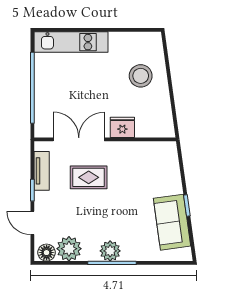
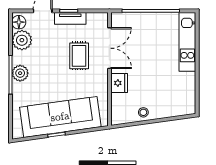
stool: (141, 76) -> (143, 112), moved, width x0.53, depth x0.53
tv unit: (42, 171) -> (70, 18), moved
sofa: (172, 222) -> (60, 117), width x1.85, depth x1.27

